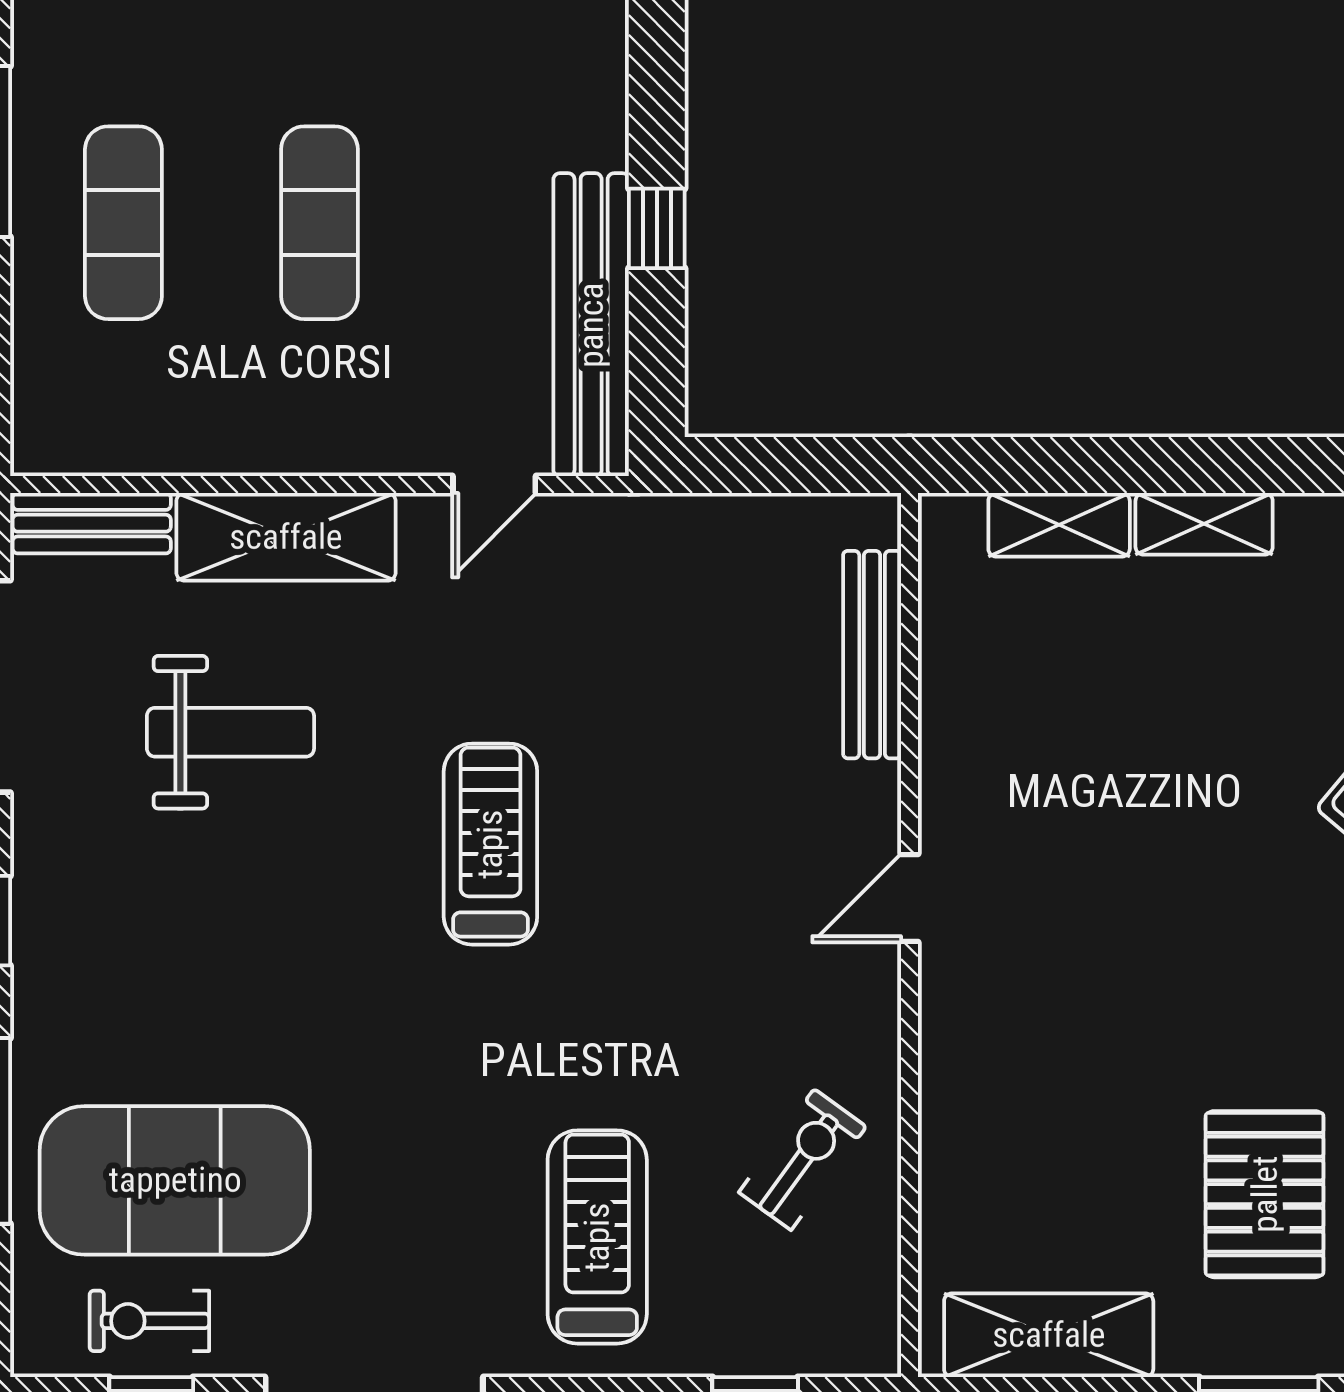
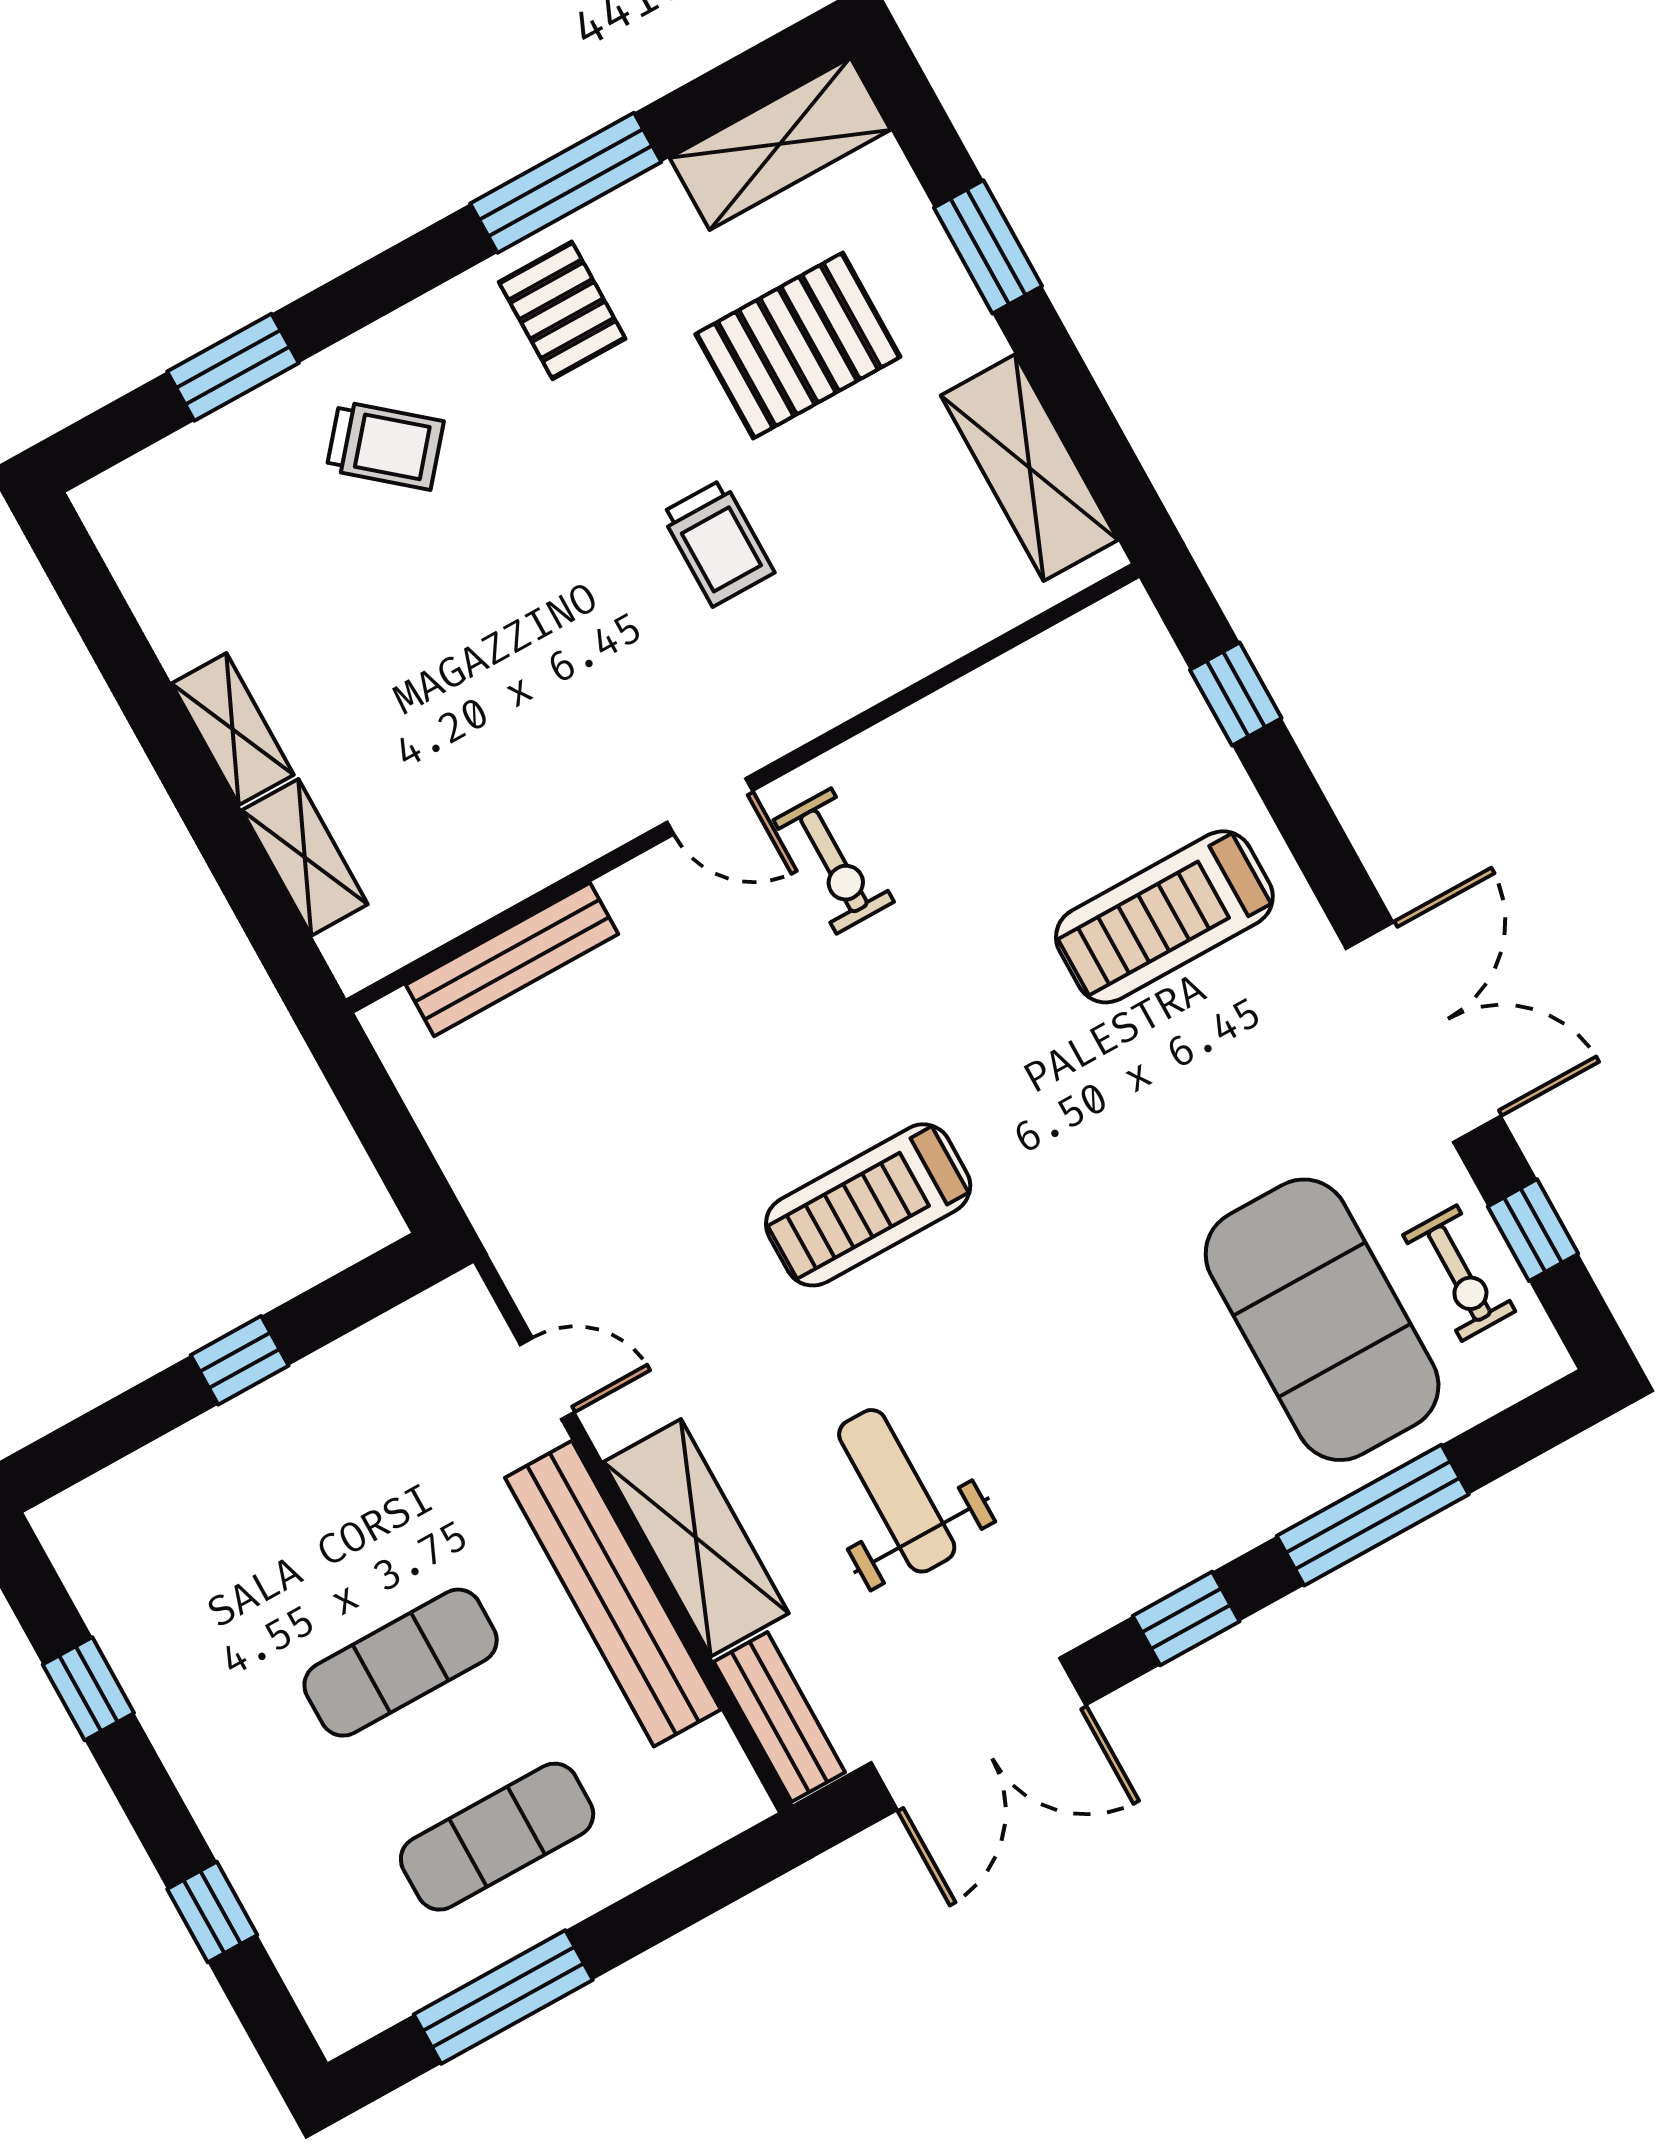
bench: (591, 325) -> (613, 1594), moved, turned 90
trolley: (1133, 1031) -> (718, 543), added
exercise bike: (803, 1159) -> (834, 861), moved, turned -126

